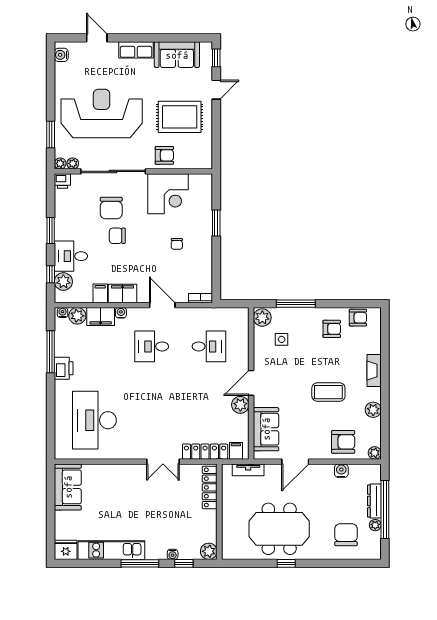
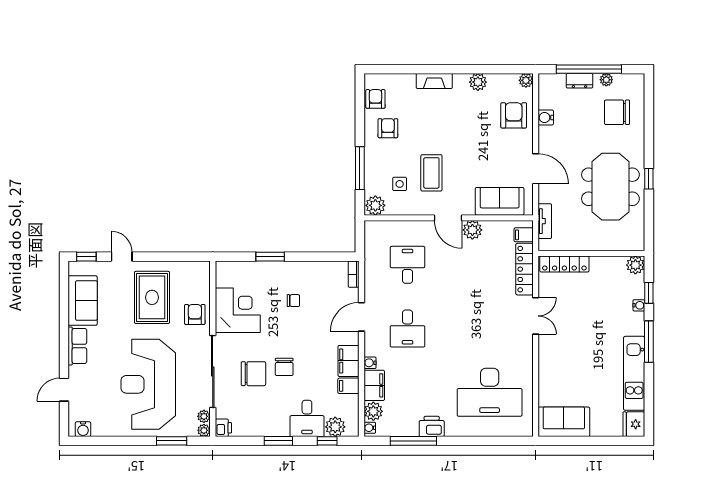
coffee table: (328, 392) -> (431, 173), moved
dresser: (374, 501) -> (580, 81), width x0.70

